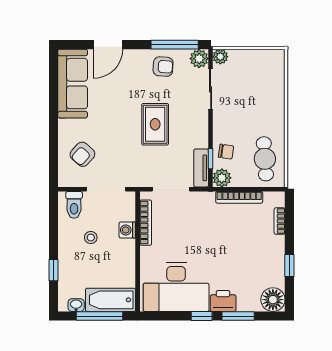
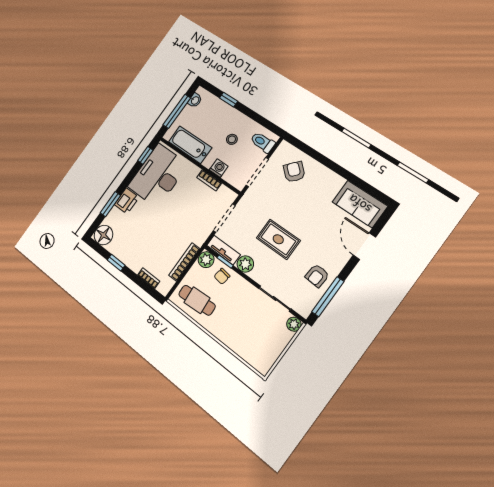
plant: (199, 59) -> (245, 264), moved
sofa: (73, 84) -> (360, 204), width x0.73
bookcase: (146, 223) -> (209, 180), width x0.64
bathtub: (111, 300) -> (190, 145), moved, turned -90
window: (202, 316) -> (145, 155), moved

